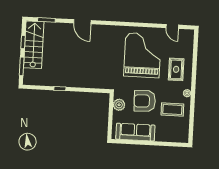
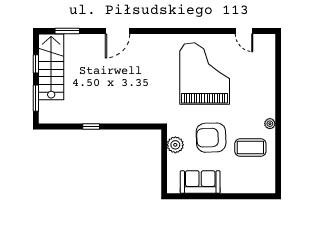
door: (82, 22) -> (118, 31), hinge flipped
rug: (176, 69) -> (253, 91), removed
sofa: (135, 132) -> (200, 182), width x0.73

